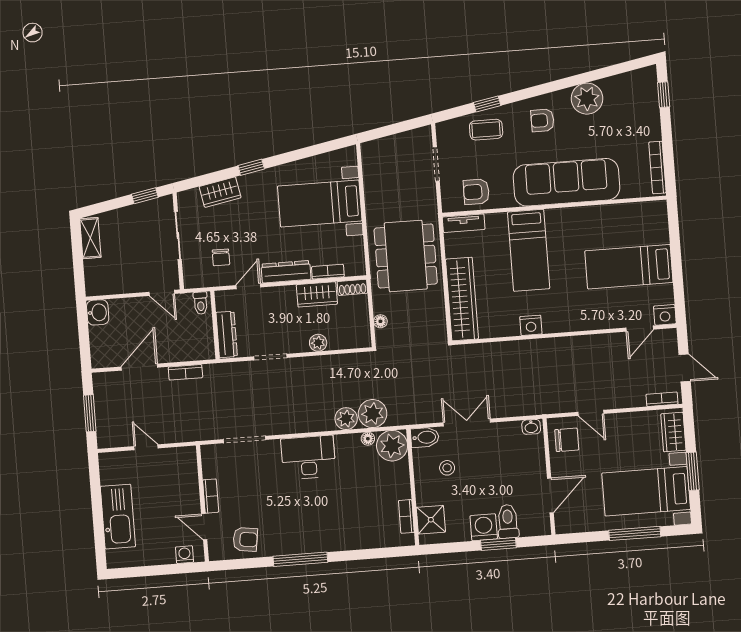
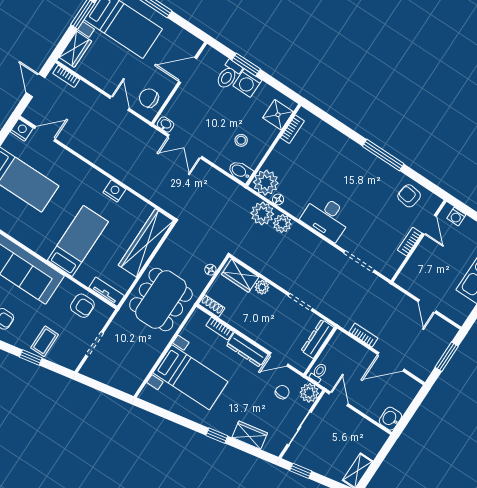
coffee table: (486, 130) -> (45, 341), turned 90
plant: (195, 277) -> (309, 393), added
wardrobe: (317, 294) -> (240, 276), moved, turned 180
double door: (467, 423) -> (185, 146), moved

